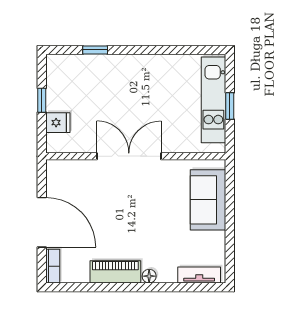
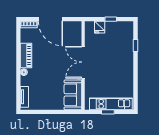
double door: (129, 156) -> (83, 62), swing flipped
sofa: (208, 200) -> (73, 95), moved, turned -90
door: (42, 222) -> (50, 19), hinge flipped

